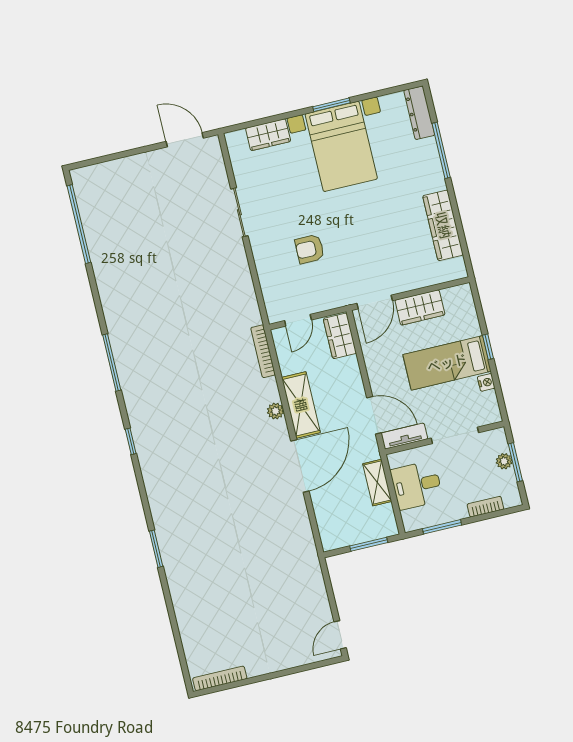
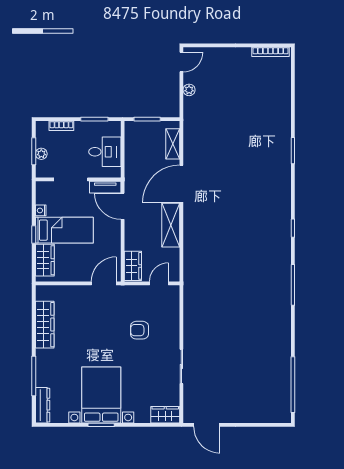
wardrobe: (268, 135) -> (165, 415), moved
armchair: (310, 249) -> (139, 330), turned 180
wardrobe: (420, 307) -> (45, 260), moved, turned 90
bookcase: (263, 351) -> (188, 268), removed
plant: (275, 411) -> (189, 90), moved
shelving: (377, 483) -> (173, 144), moved

